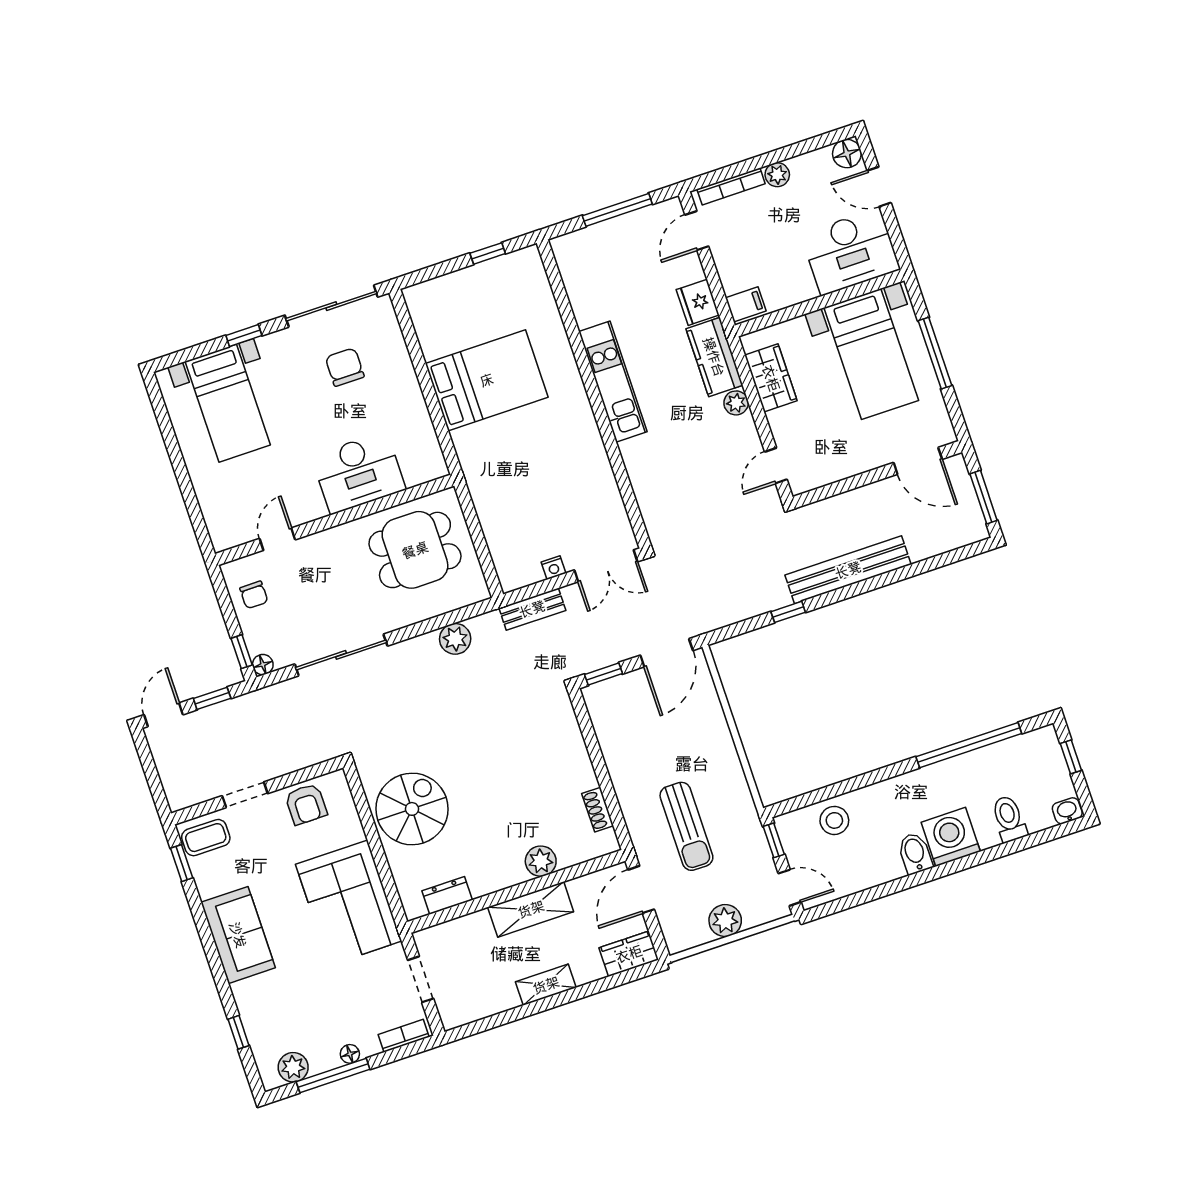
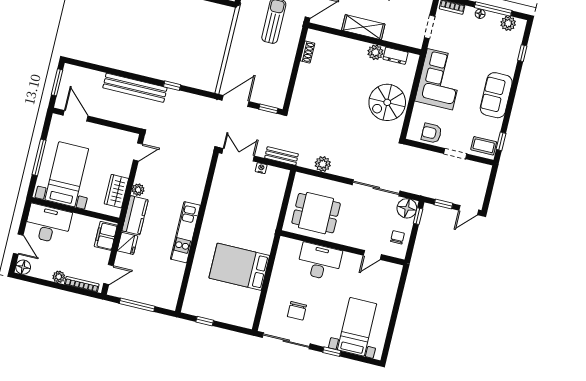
filing cabinet: (746, 304) -> (106, 236), width x2.00
floor lamp: (263, 665) -> (407, 208), width x1.89, depth x1.89
armchair: (306, 804) -> (432, 133), turned -90
plant: (541, 861) -> (375, 52), moved

